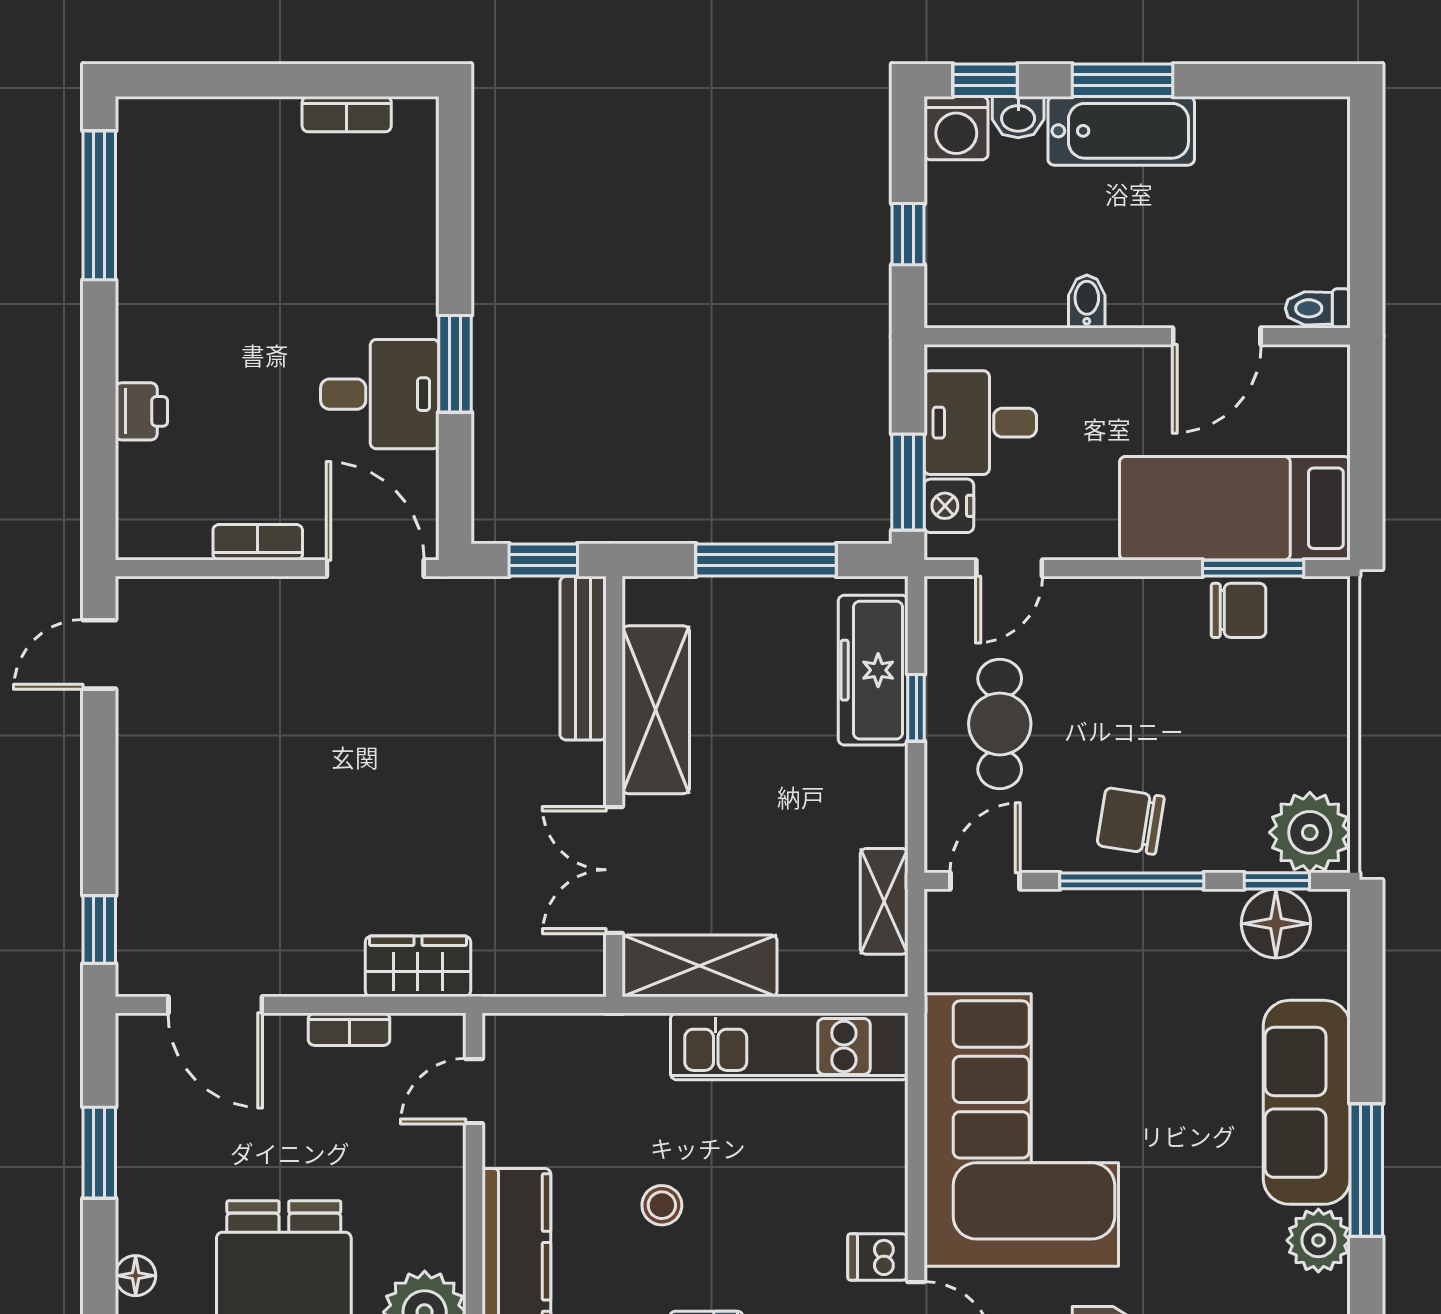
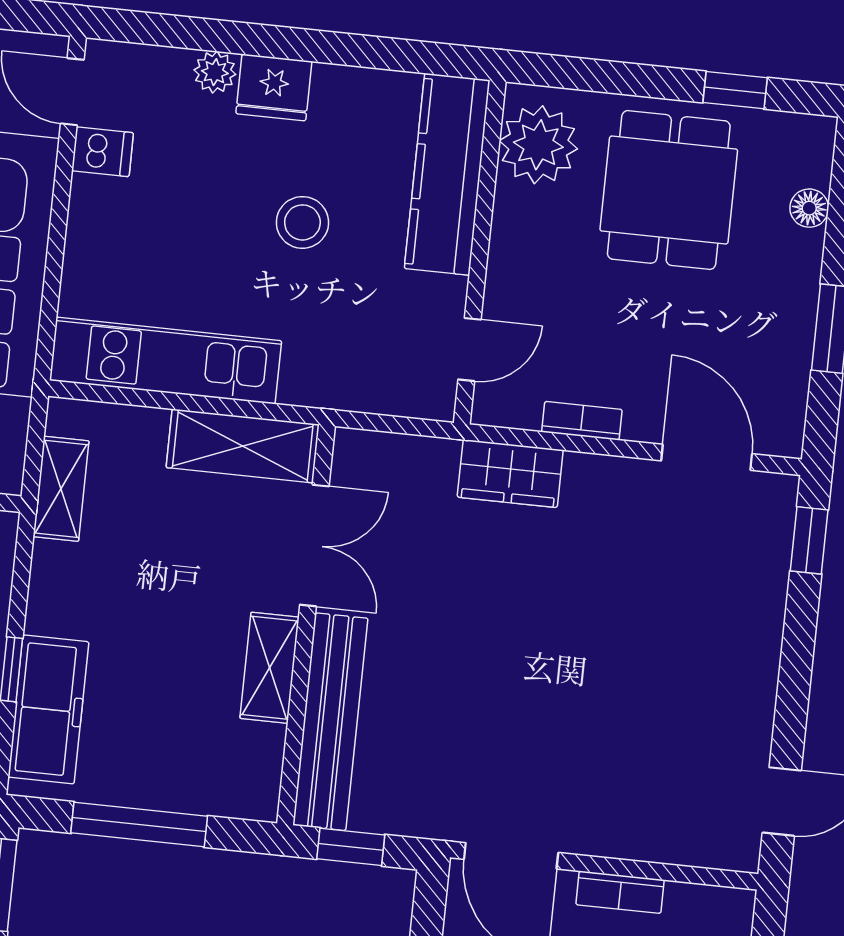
bench: (583, 658) -> (330, 722), width x1.37, depth x1.21
shelving: (656, 710) -> (270, 668), width x0.67, depth x0.75
stool: (662, 1205) -> (302, 222), width x1.37, depth x1.37

